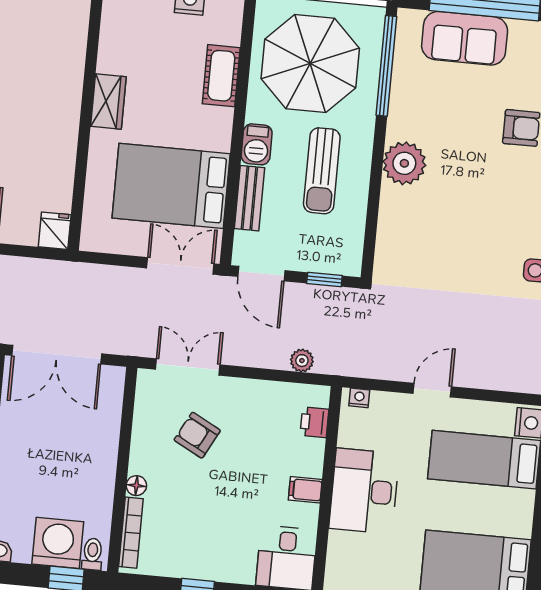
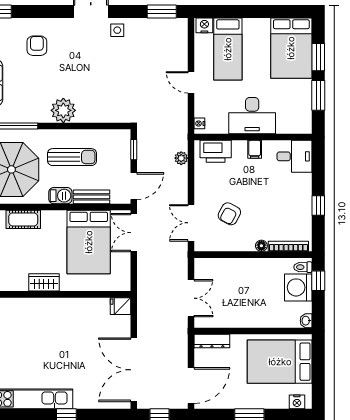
double door: (57, 355) -> (191, 298), width x0.73
printer: (314, 422) -> (216, 151), width x1.87, depth x1.48

